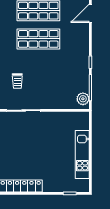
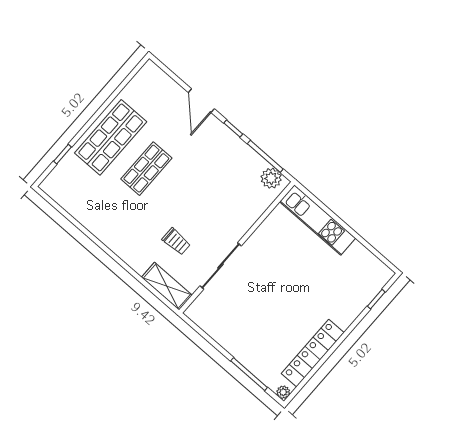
door: (90, 13) -> (201, 101), moved
shop shelf: (38, 39) -> (146, 169), width x0.70, depth x0.74
kitchen unit: (82, 154) -> (317, 220), moved

